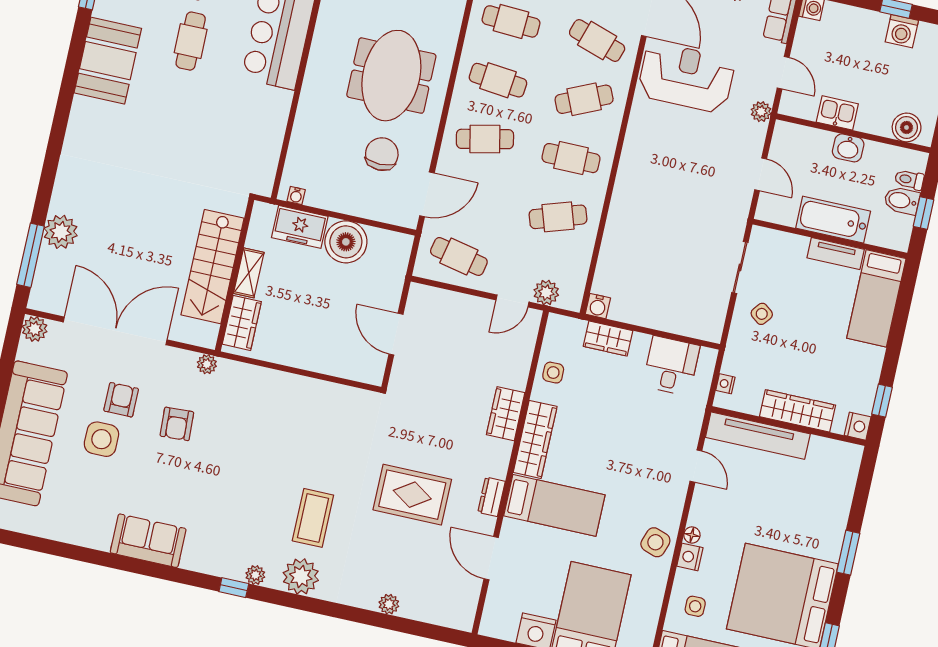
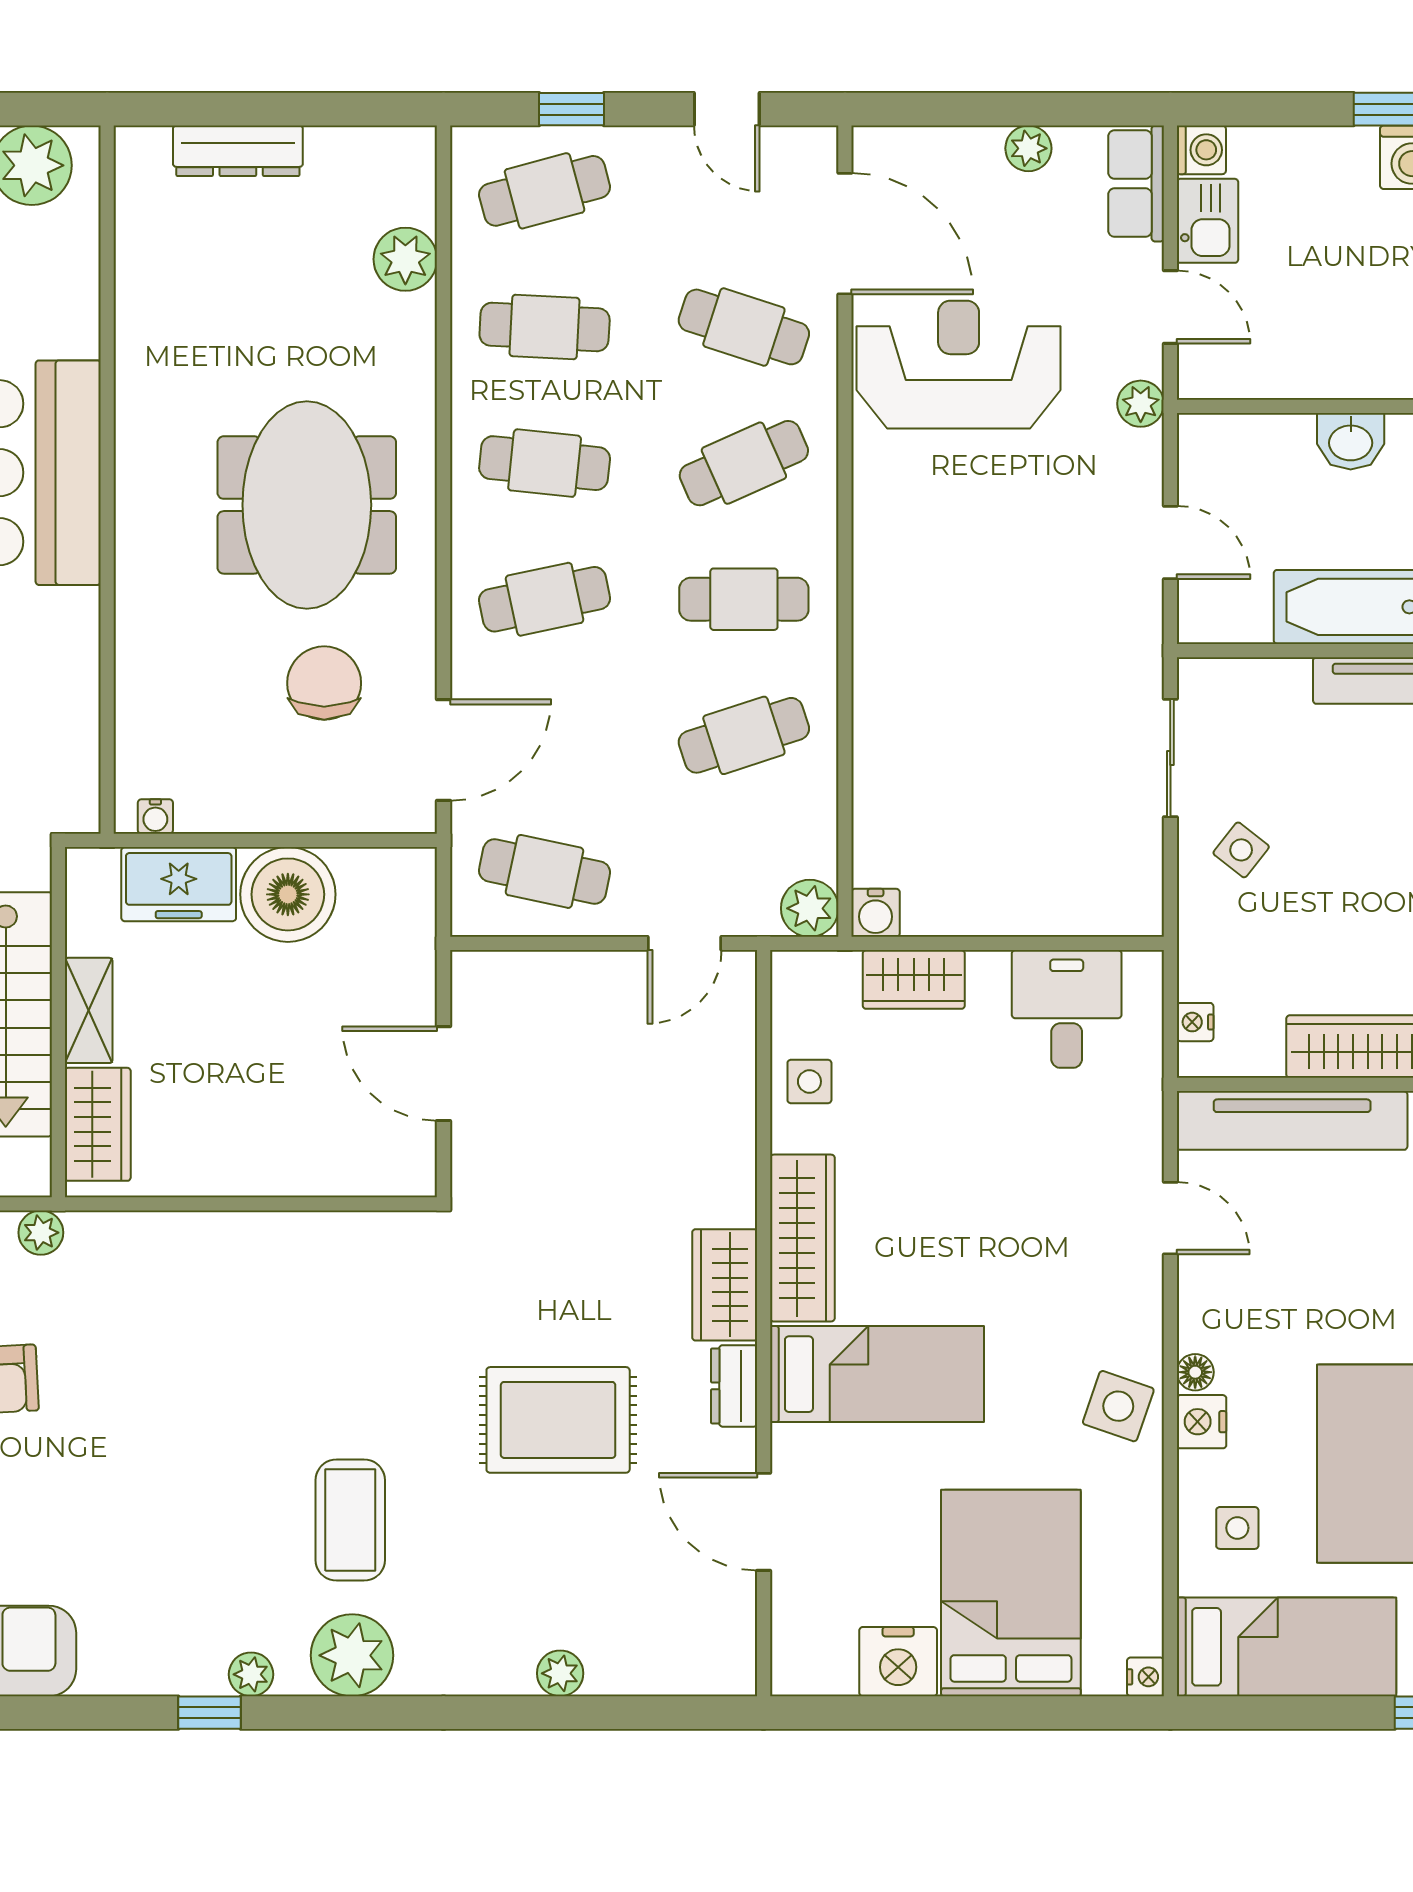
kitchen sink: (837, 113) -> (1207, 221), moved, turned 90
plant: (546, 293) -> (810, 908), moved
wardrobe: (506, 414) -> (725, 1285), moved

